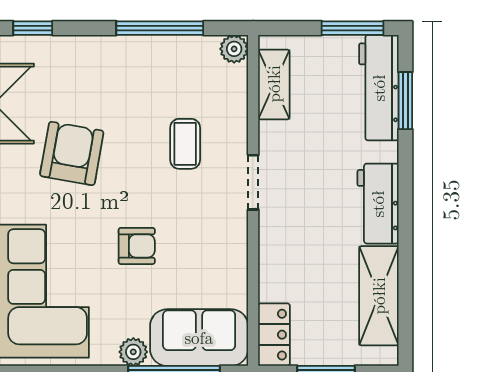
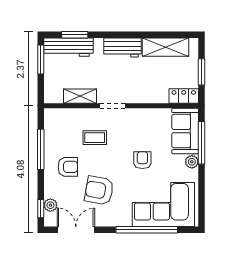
plant: (234, 49) -> (50, 205), moved
shelving: (274, 84) -> (80, 96), moved
armchair: (122, 86) -> (68, 167), added

